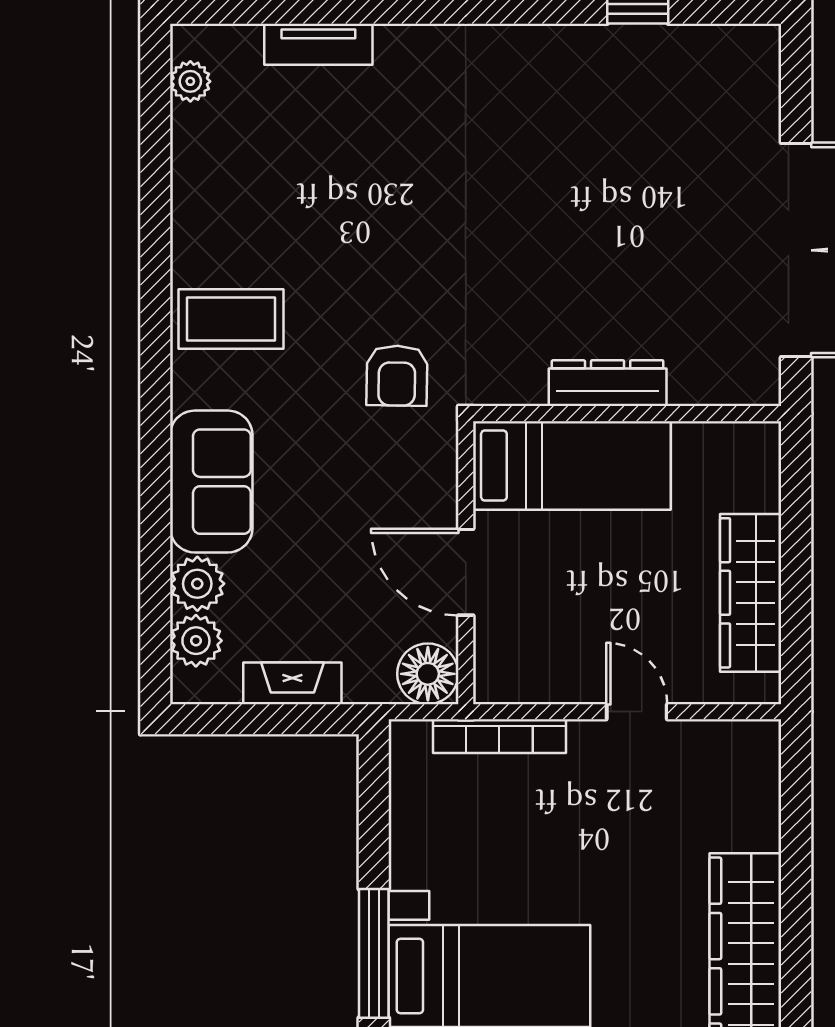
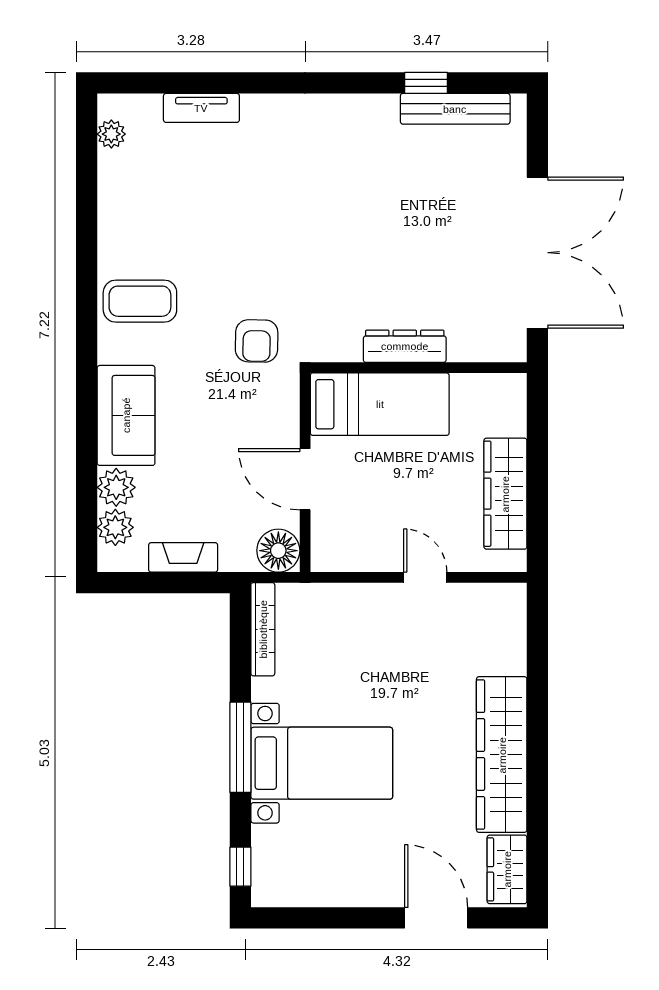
bench: (679, 45) -> (455, 109), added
bookcase: (499, 736) -> (263, 629), moved, turned -90

